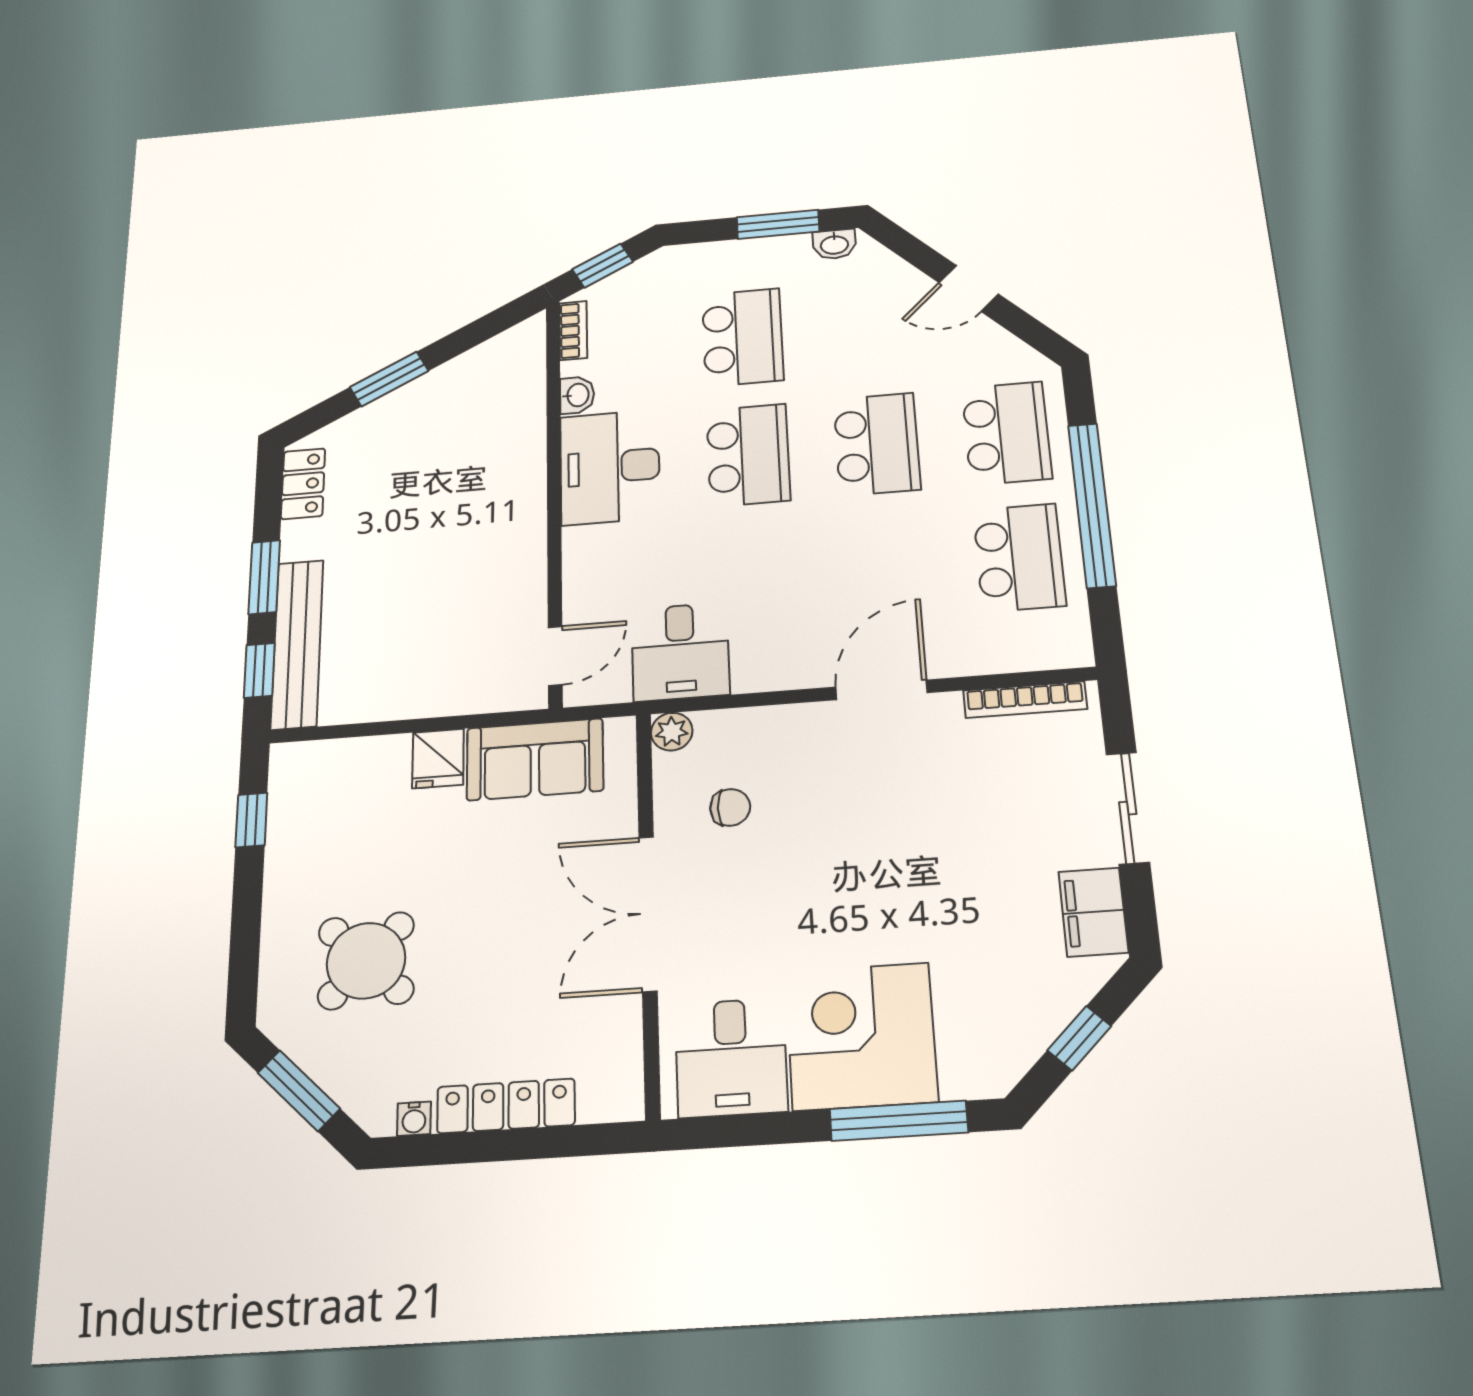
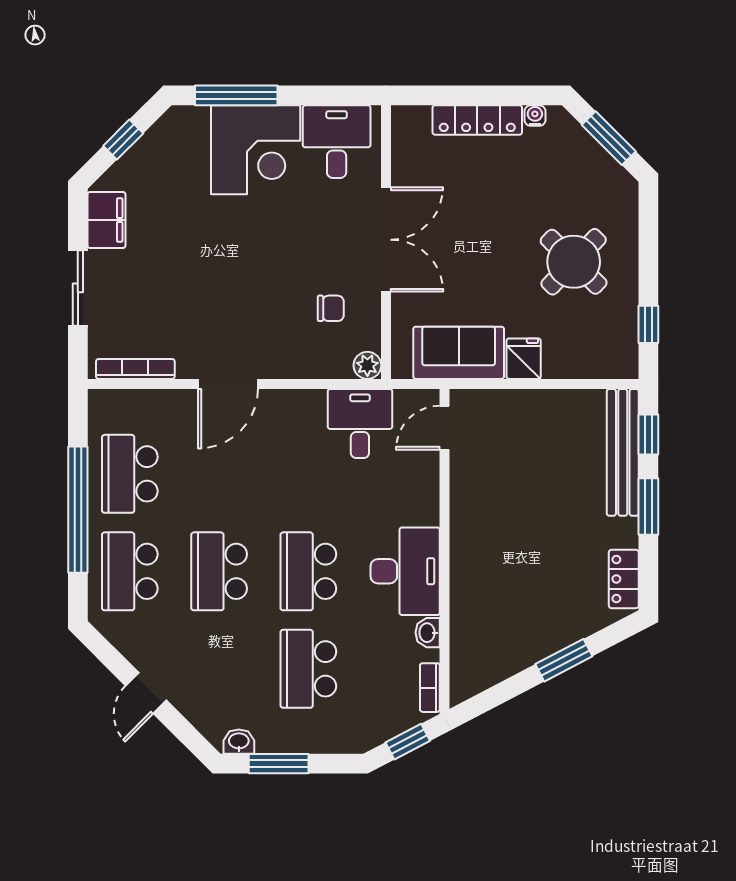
door: (969, 288) -> (146, 693), swing flipped
chair: (730, 807) -> (331, 308), turned 180
round table: (366, 961) -> (574, 262), moved

